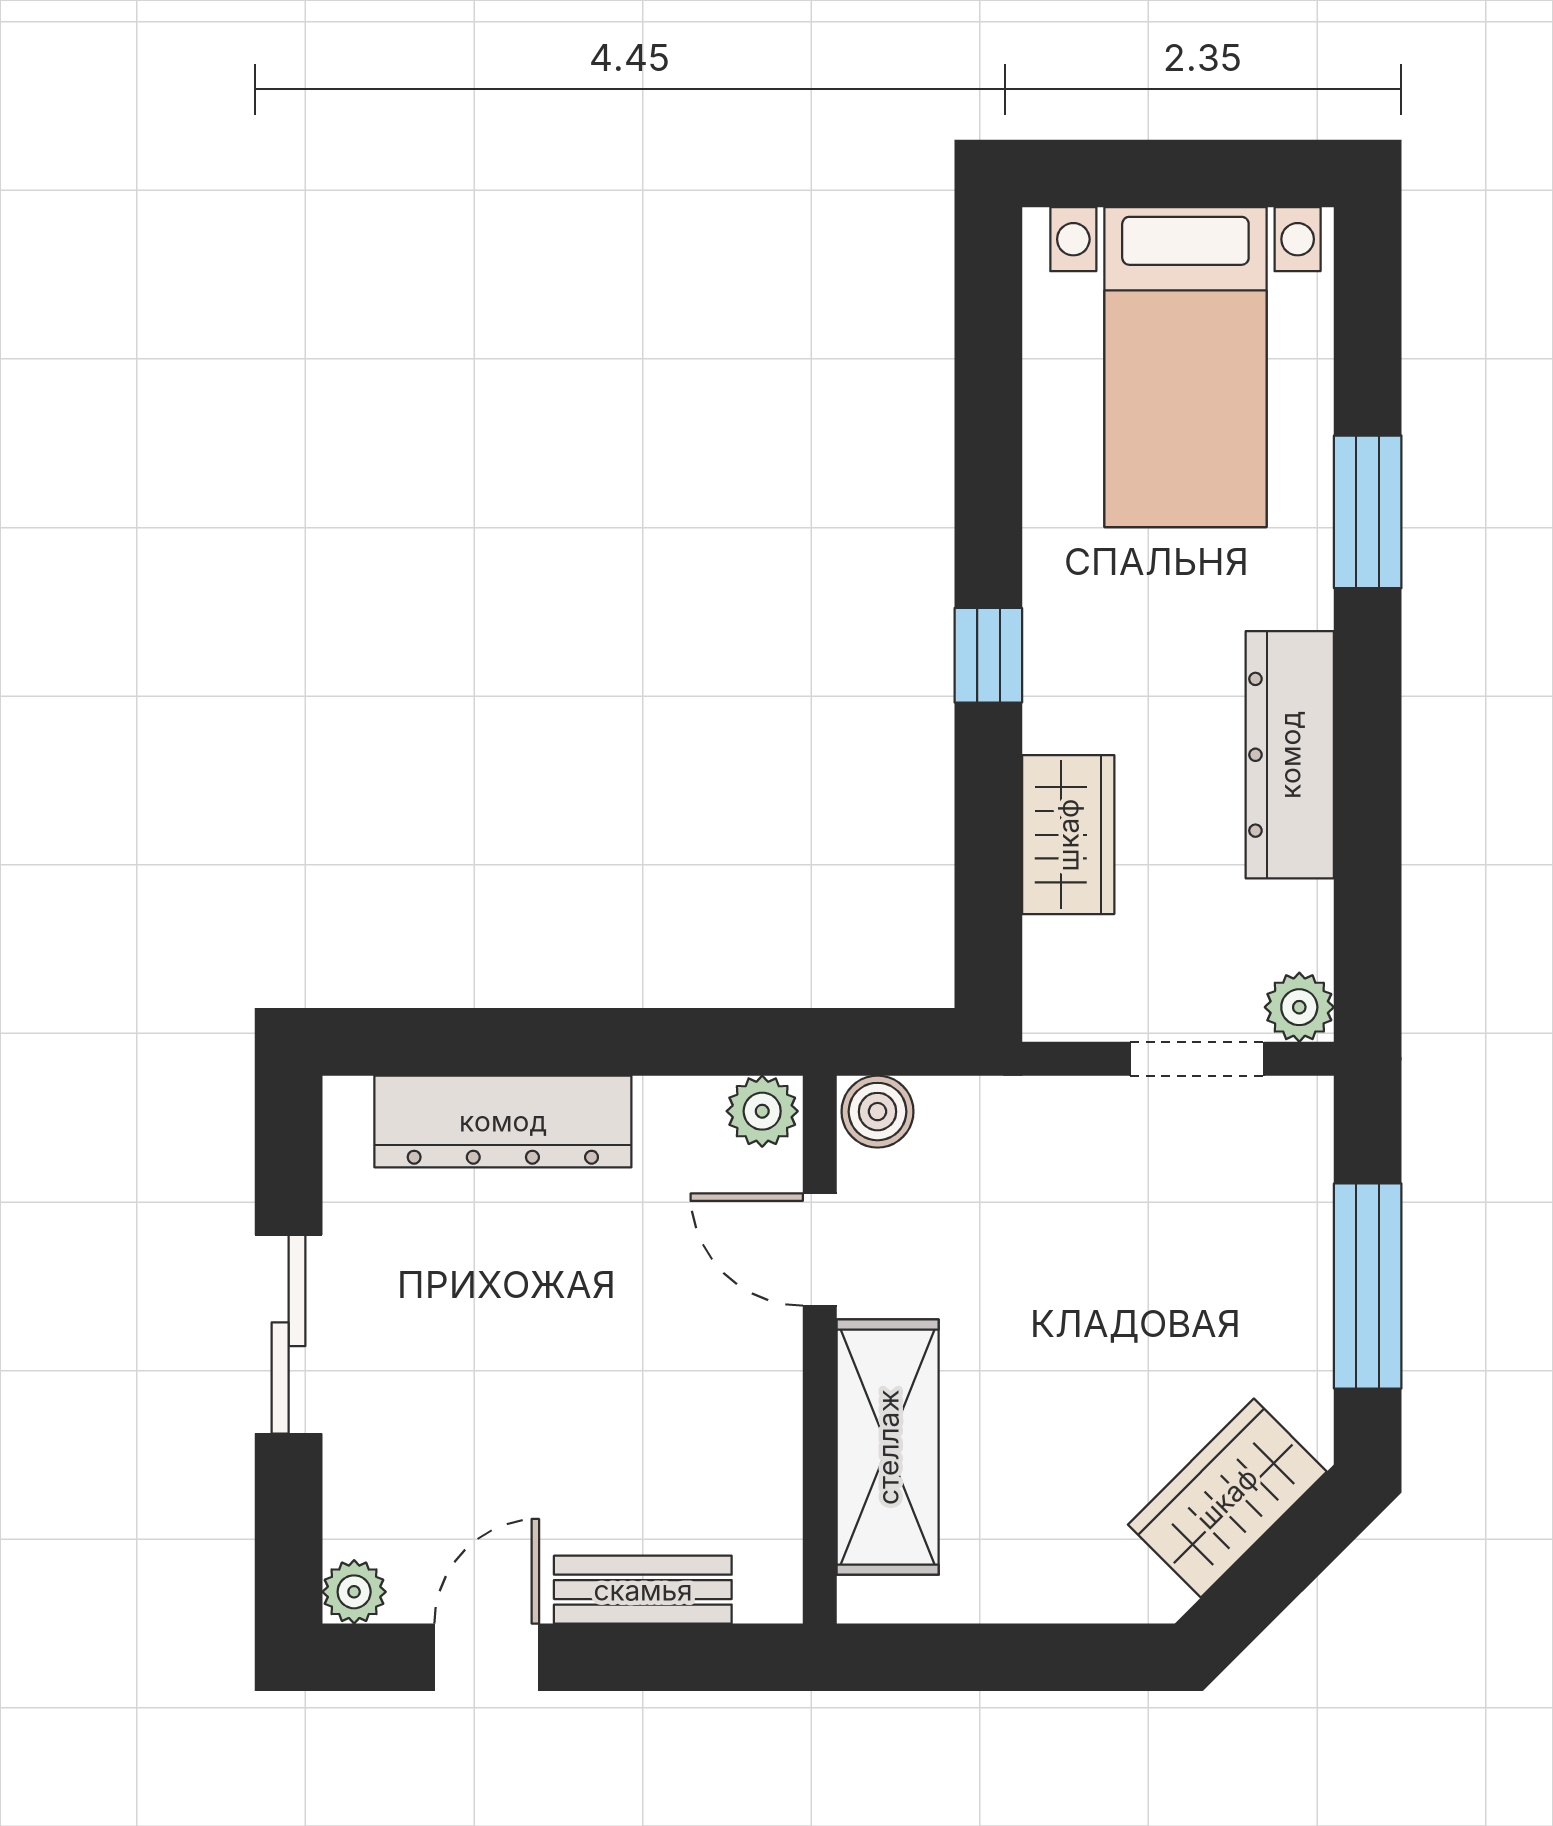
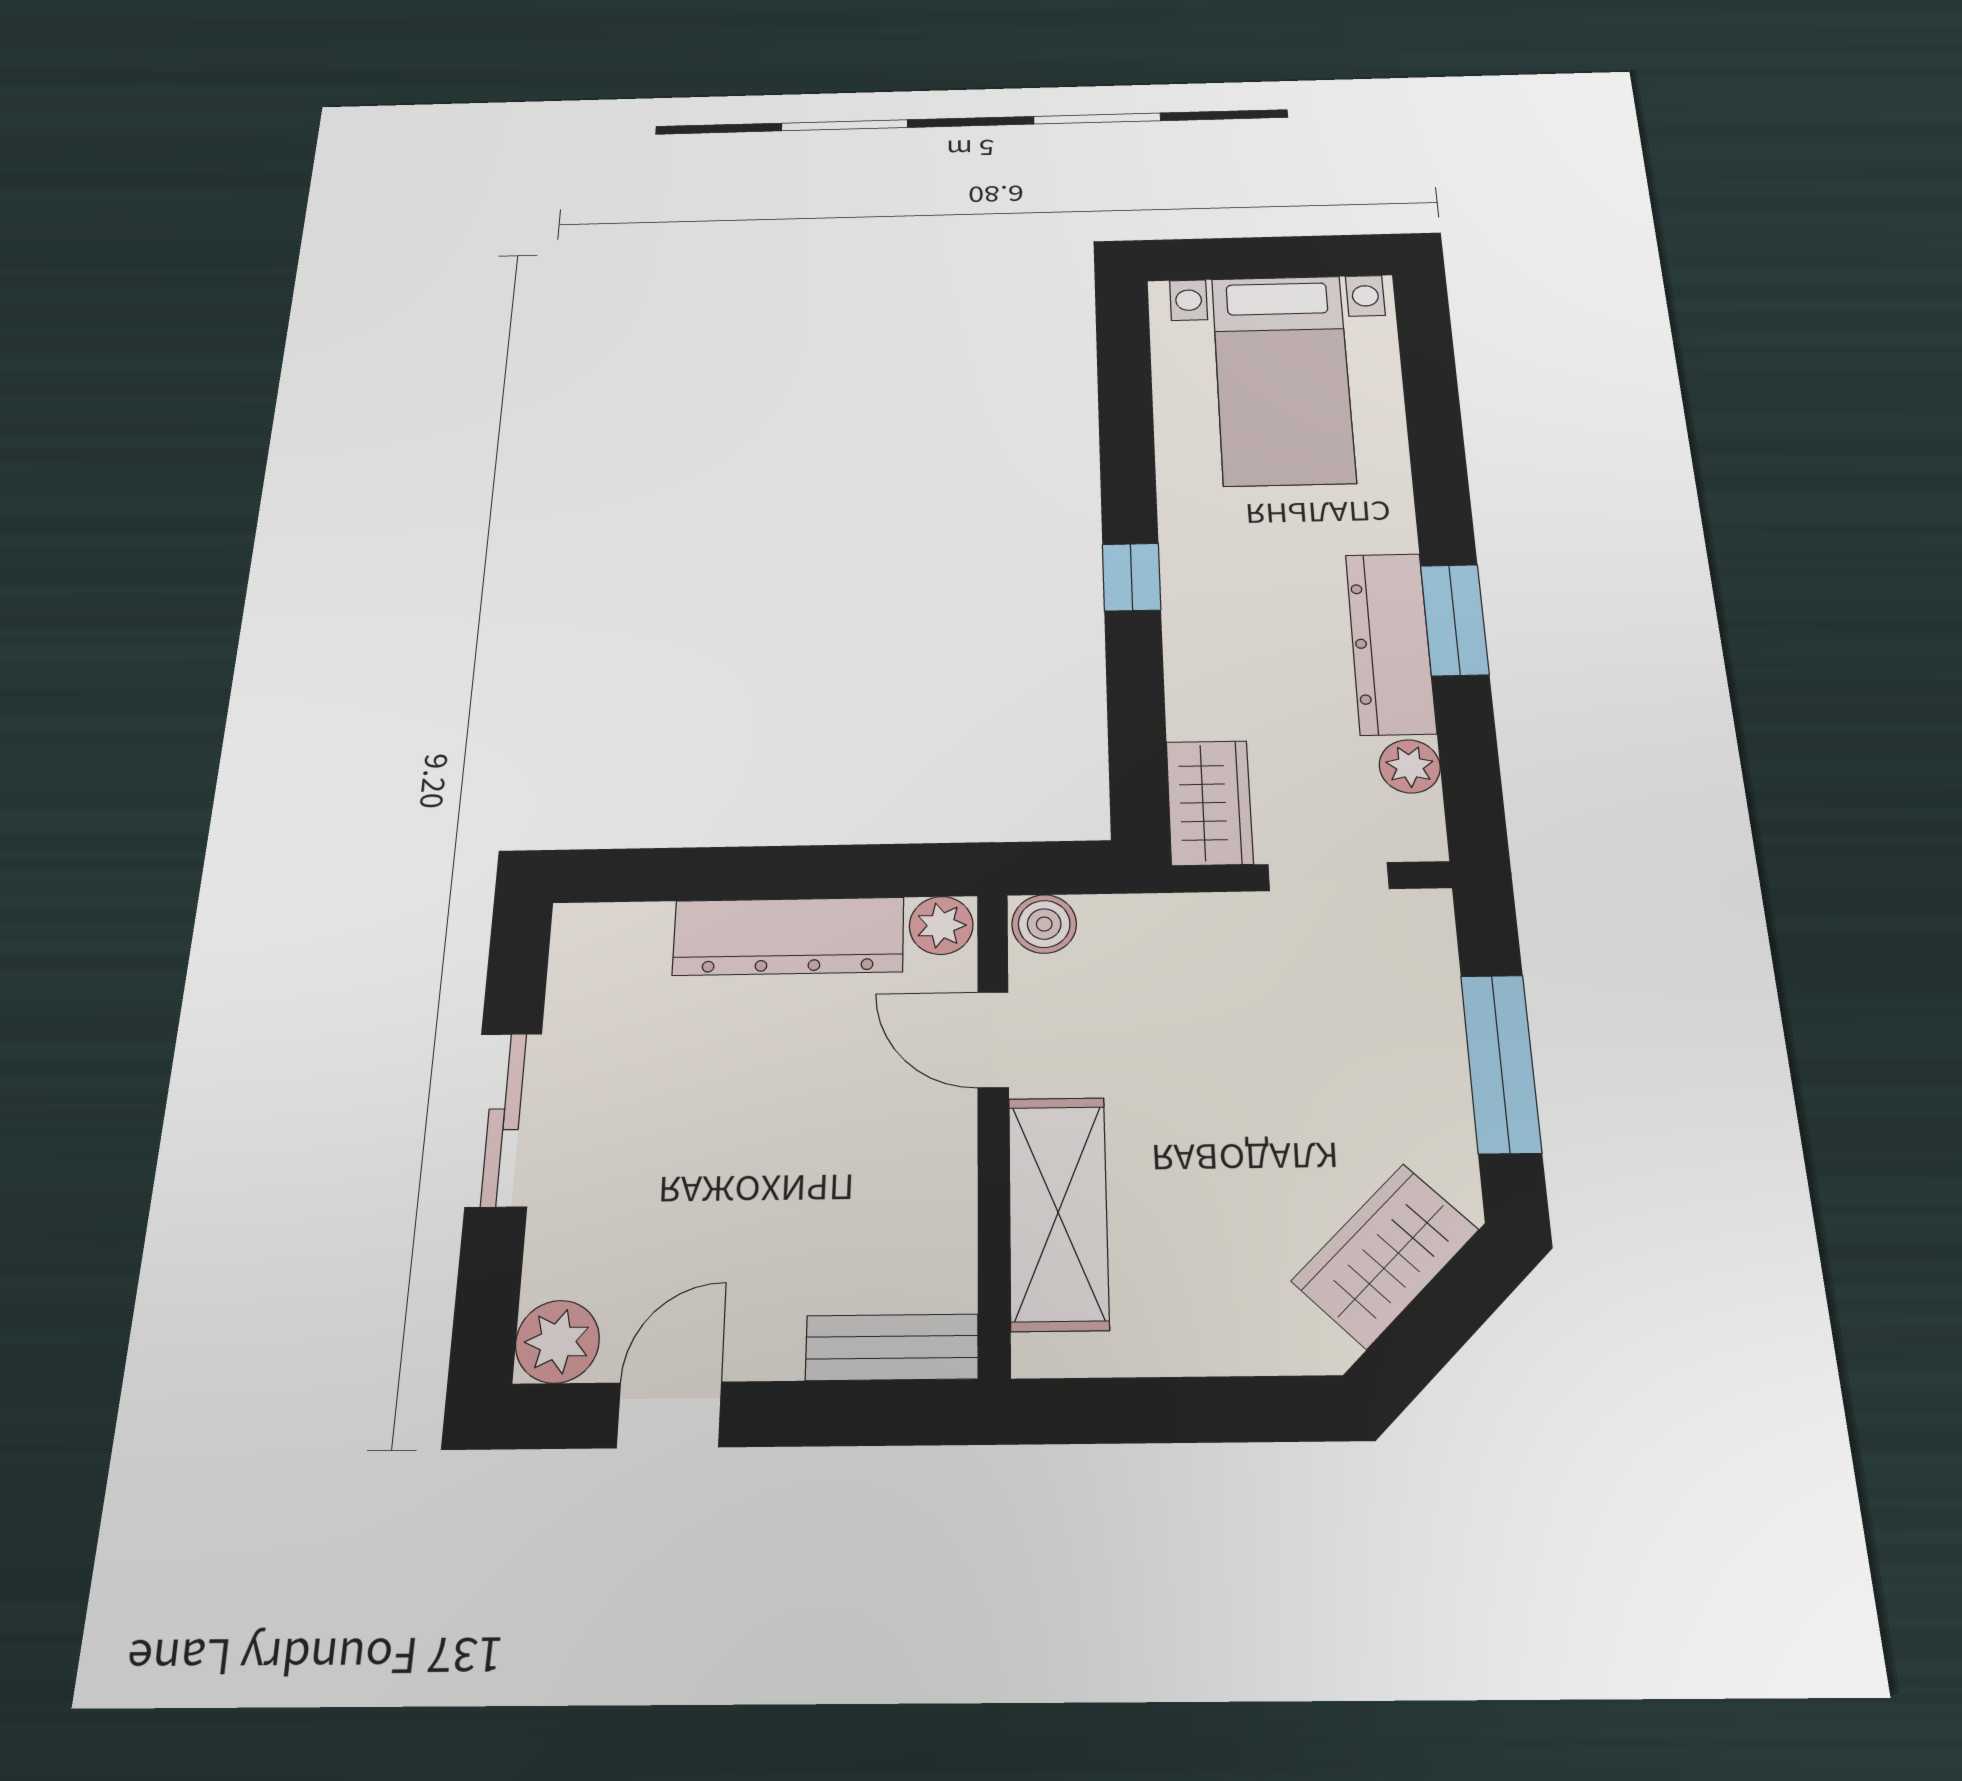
window: (1368, 512) -> (1455, 620), moved
wardrobe: (1068, 835) -> (1209, 803), moved
plant: (1299, 1007) -> (1410, 766), moved
dresser: (503, 1121) -> (789, 936), moved
bench: (643, 1590) -> (892, 1347), moved
plant: (354, 1592) -> (557, 1342), width x1.38, depth x1.38

